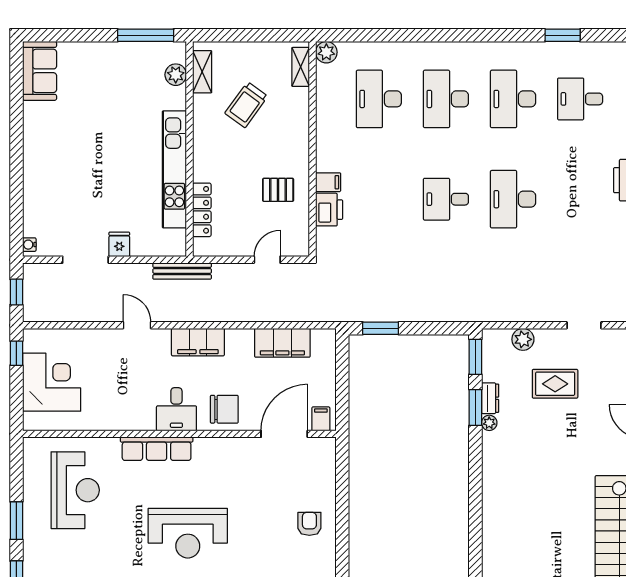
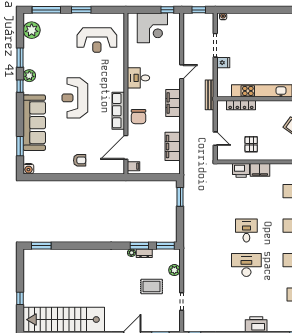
filing cabinet: (328, 182) -> (260, 170), width x2.00
rug: (555, 384) -> (152, 287), turned 90
desk: (176, 409) -> (138, 78), moved
door: (284, 434) -> (126, 147), swing flipped
row of seats: (157, 449) -> (118, 111), moved

